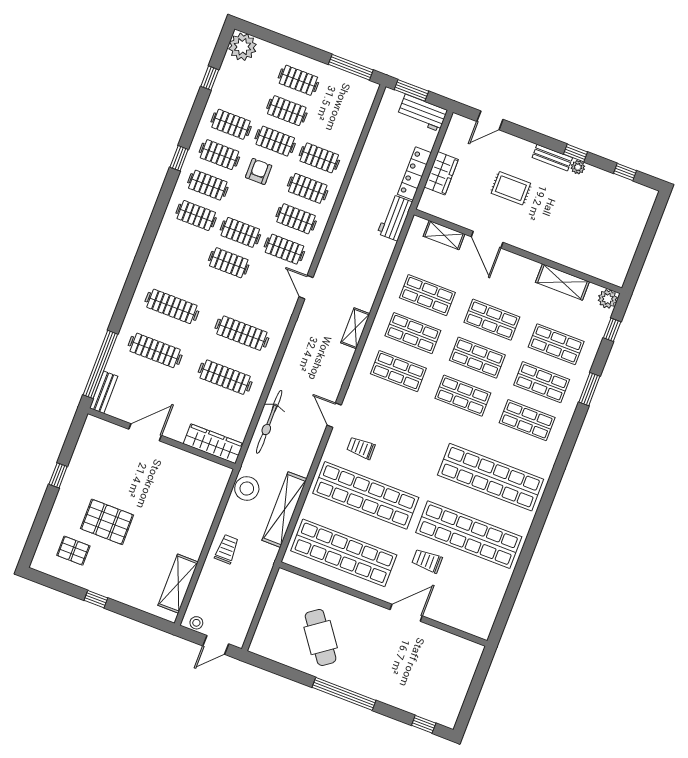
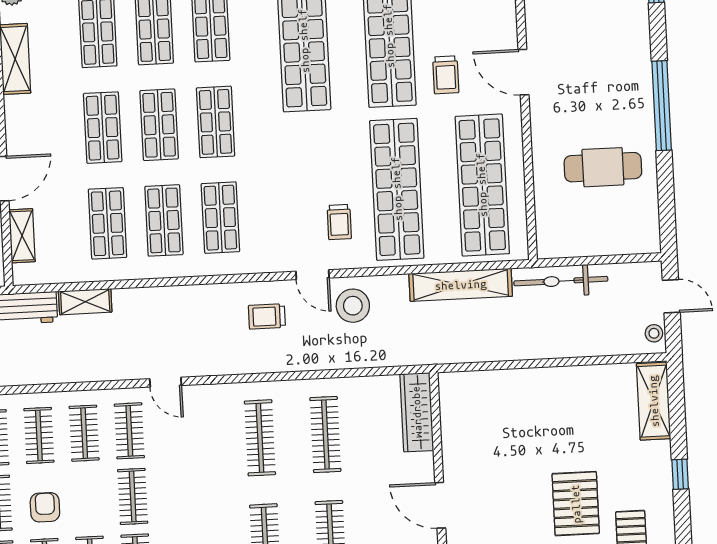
armchair: (259, 171) -> (45, 507), turned 90
clothes rail: (229, 263) -> (178, 494), removed
door: (306, 287) -> (166, 382), hinge flipped
shelving: (355, 328) -> (85, 302), moved
door: (334, 415) -> (313, 275), hinge flipped
bicycle: (269, 422) -> (561, 281), moved, turned 180
stool: (247, 488) -> (353, 306), moved
trolley: (227, 549) -> (267, 316), moved
shelving: (178, 584) -> (654, 401), moved, turned 90
cafe table: (321, 637) -> (603, 167), turned 36

